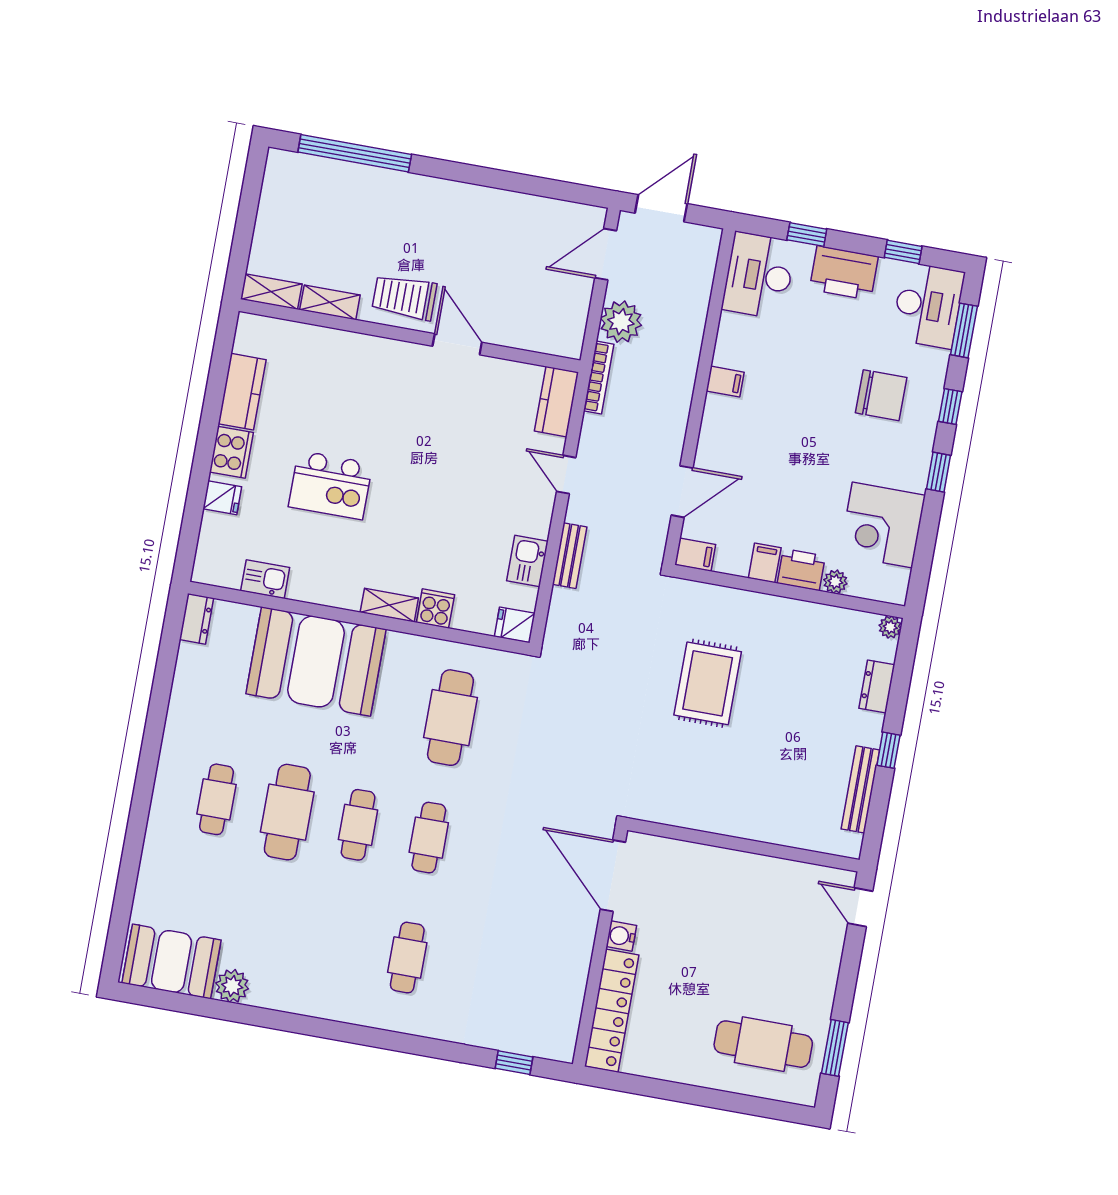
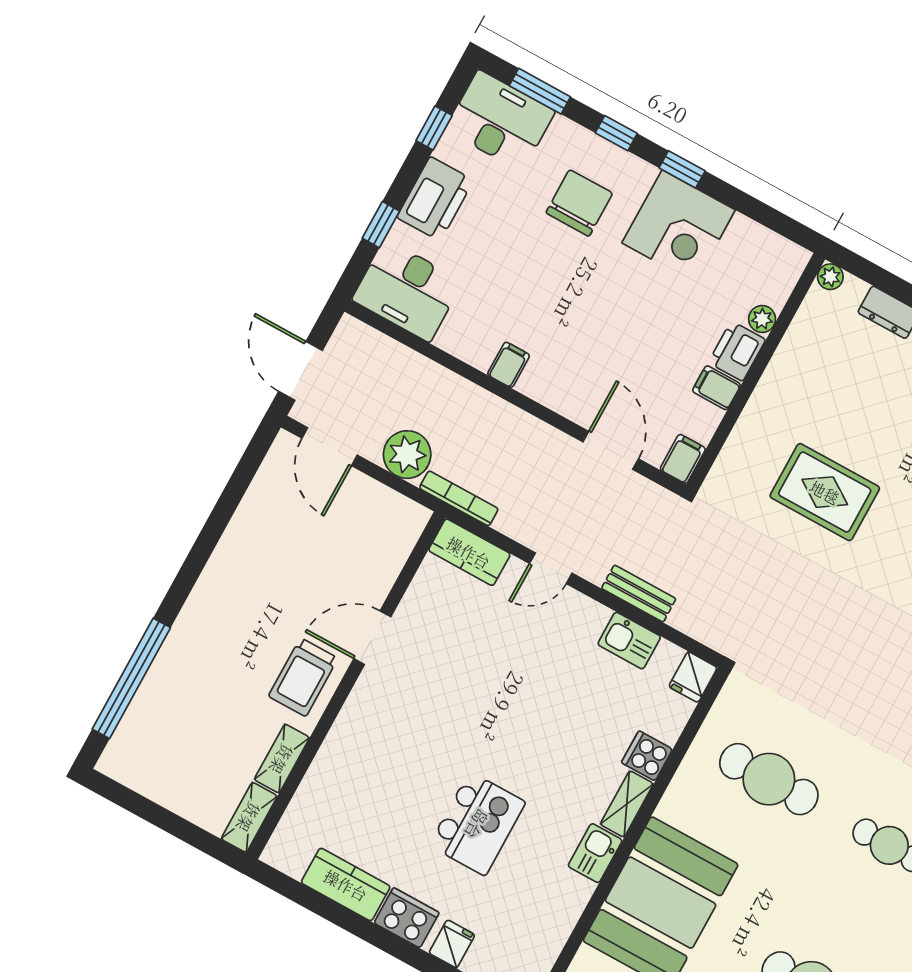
corner desk: (882, 525) -> (679, 226), moved
kitchen sink: (265, 579) -> (595, 853), moved
cafe table: (358, 825) -> (850, 916), removed

